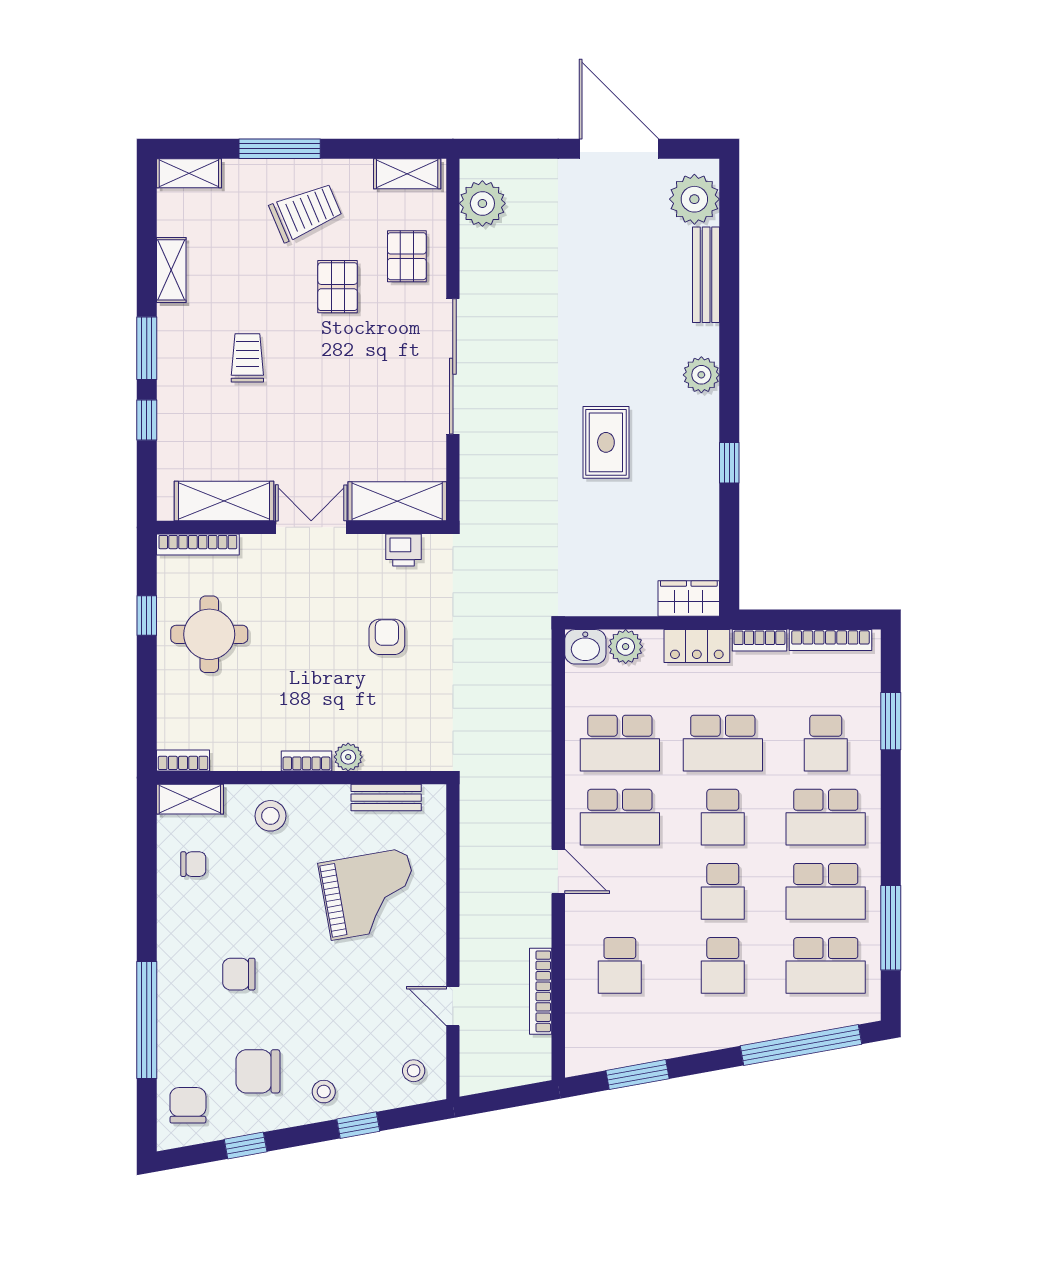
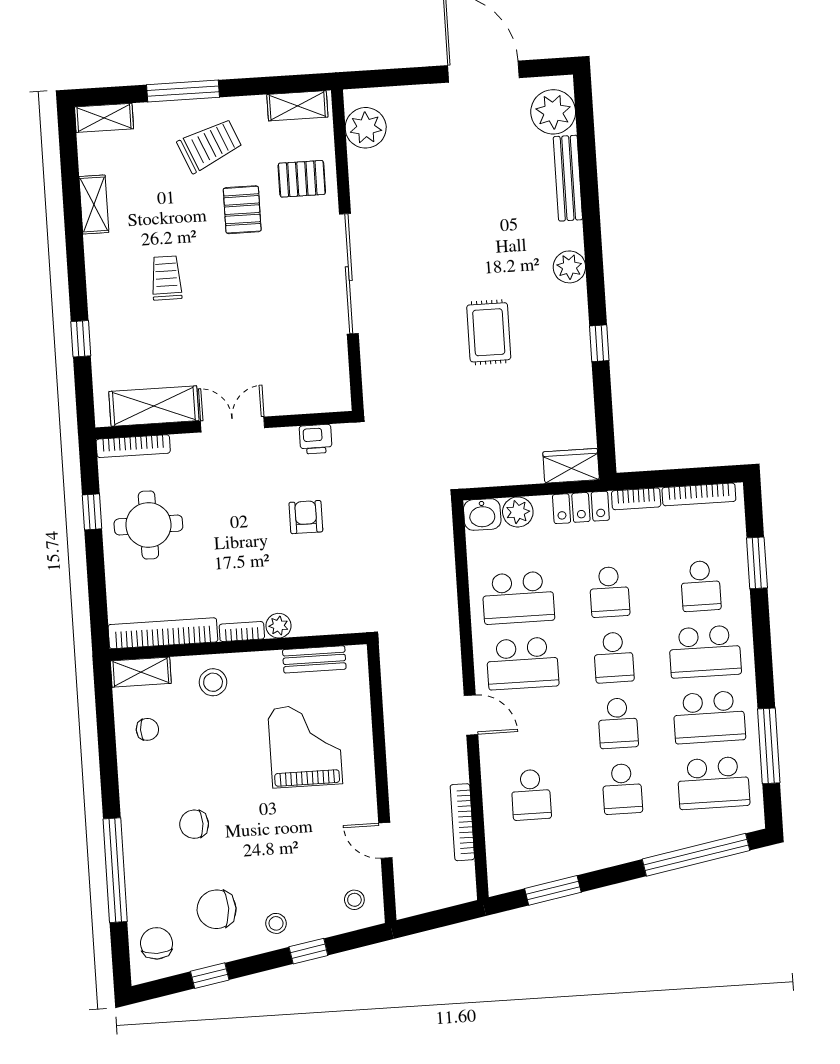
pallet: (407, 256) -> (302, 179), turned 90
window: (147, 348) -> (77, 275), removed
shelving: (397, 501) -> (307, 396), removed
school desk: (723, 743) -> (609, 592), width x0.54
bookcase: (183, 760) -> (163, 633), width x2.31, depth x1.31
grand piano: (369, 894) -> (305, 746), turned -80

